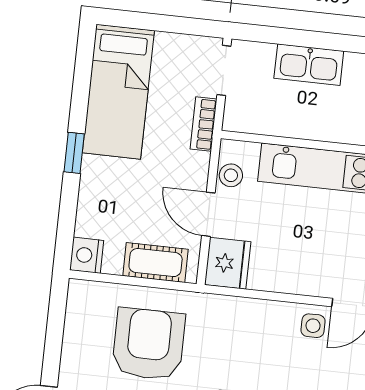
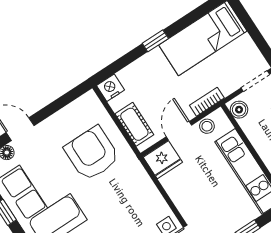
boiler: (243, 119) -> (239, 110), added
bookcase: (204, 124) -> (207, 102), moved
armchair: (149, 344) -> (92, 153), turned -90

